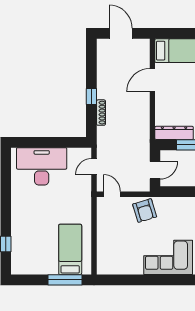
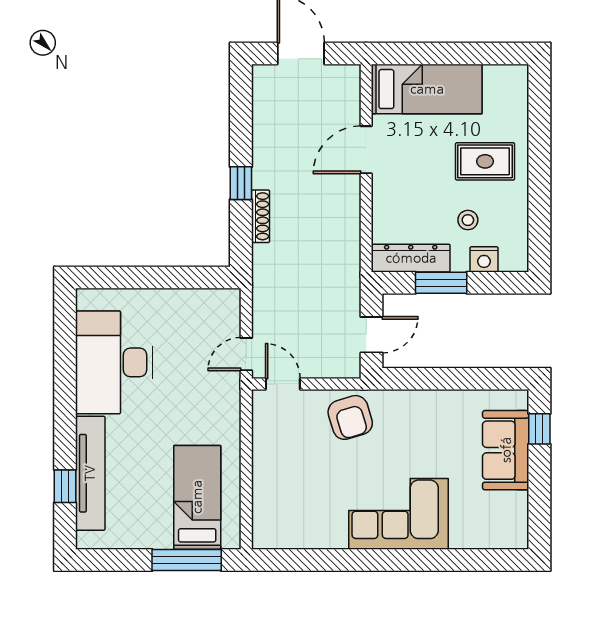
desk: (42, 166) -> (114, 362), moved, turned -90
door: (94, 167) -> (246, 354), moved
tv unit: (18, 238) -> (90, 473), added

